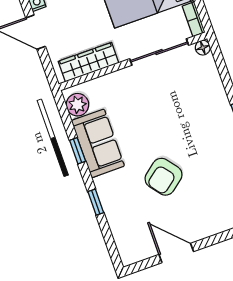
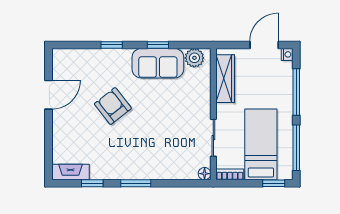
sliding door: (159, 52) -> (213, 138), width x0.73

